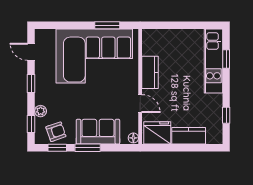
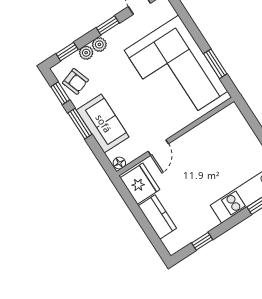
kitchen counter: (150, 72) -> (196, 137), removed
plant: (41, 98) -> (99, 44), added

